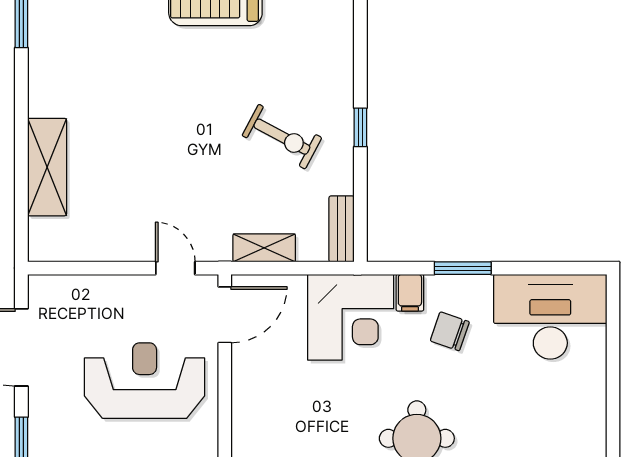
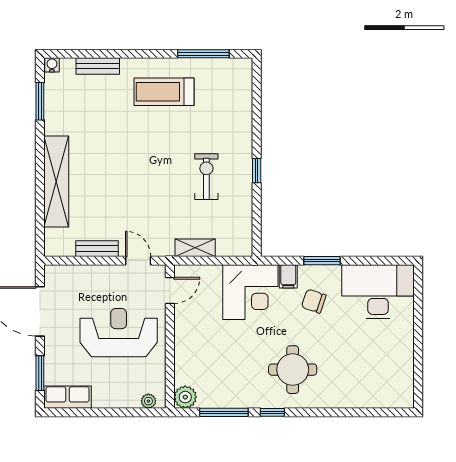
exercise bike: (282, 137) -> (206, 177), turned -118
shelving: (47, 167) -> (56, 182), width x1.47
bench: (342, 229) -> (97, 249), moved, turned 90
door: (225, 315) -> (170, 290), width x0.73

